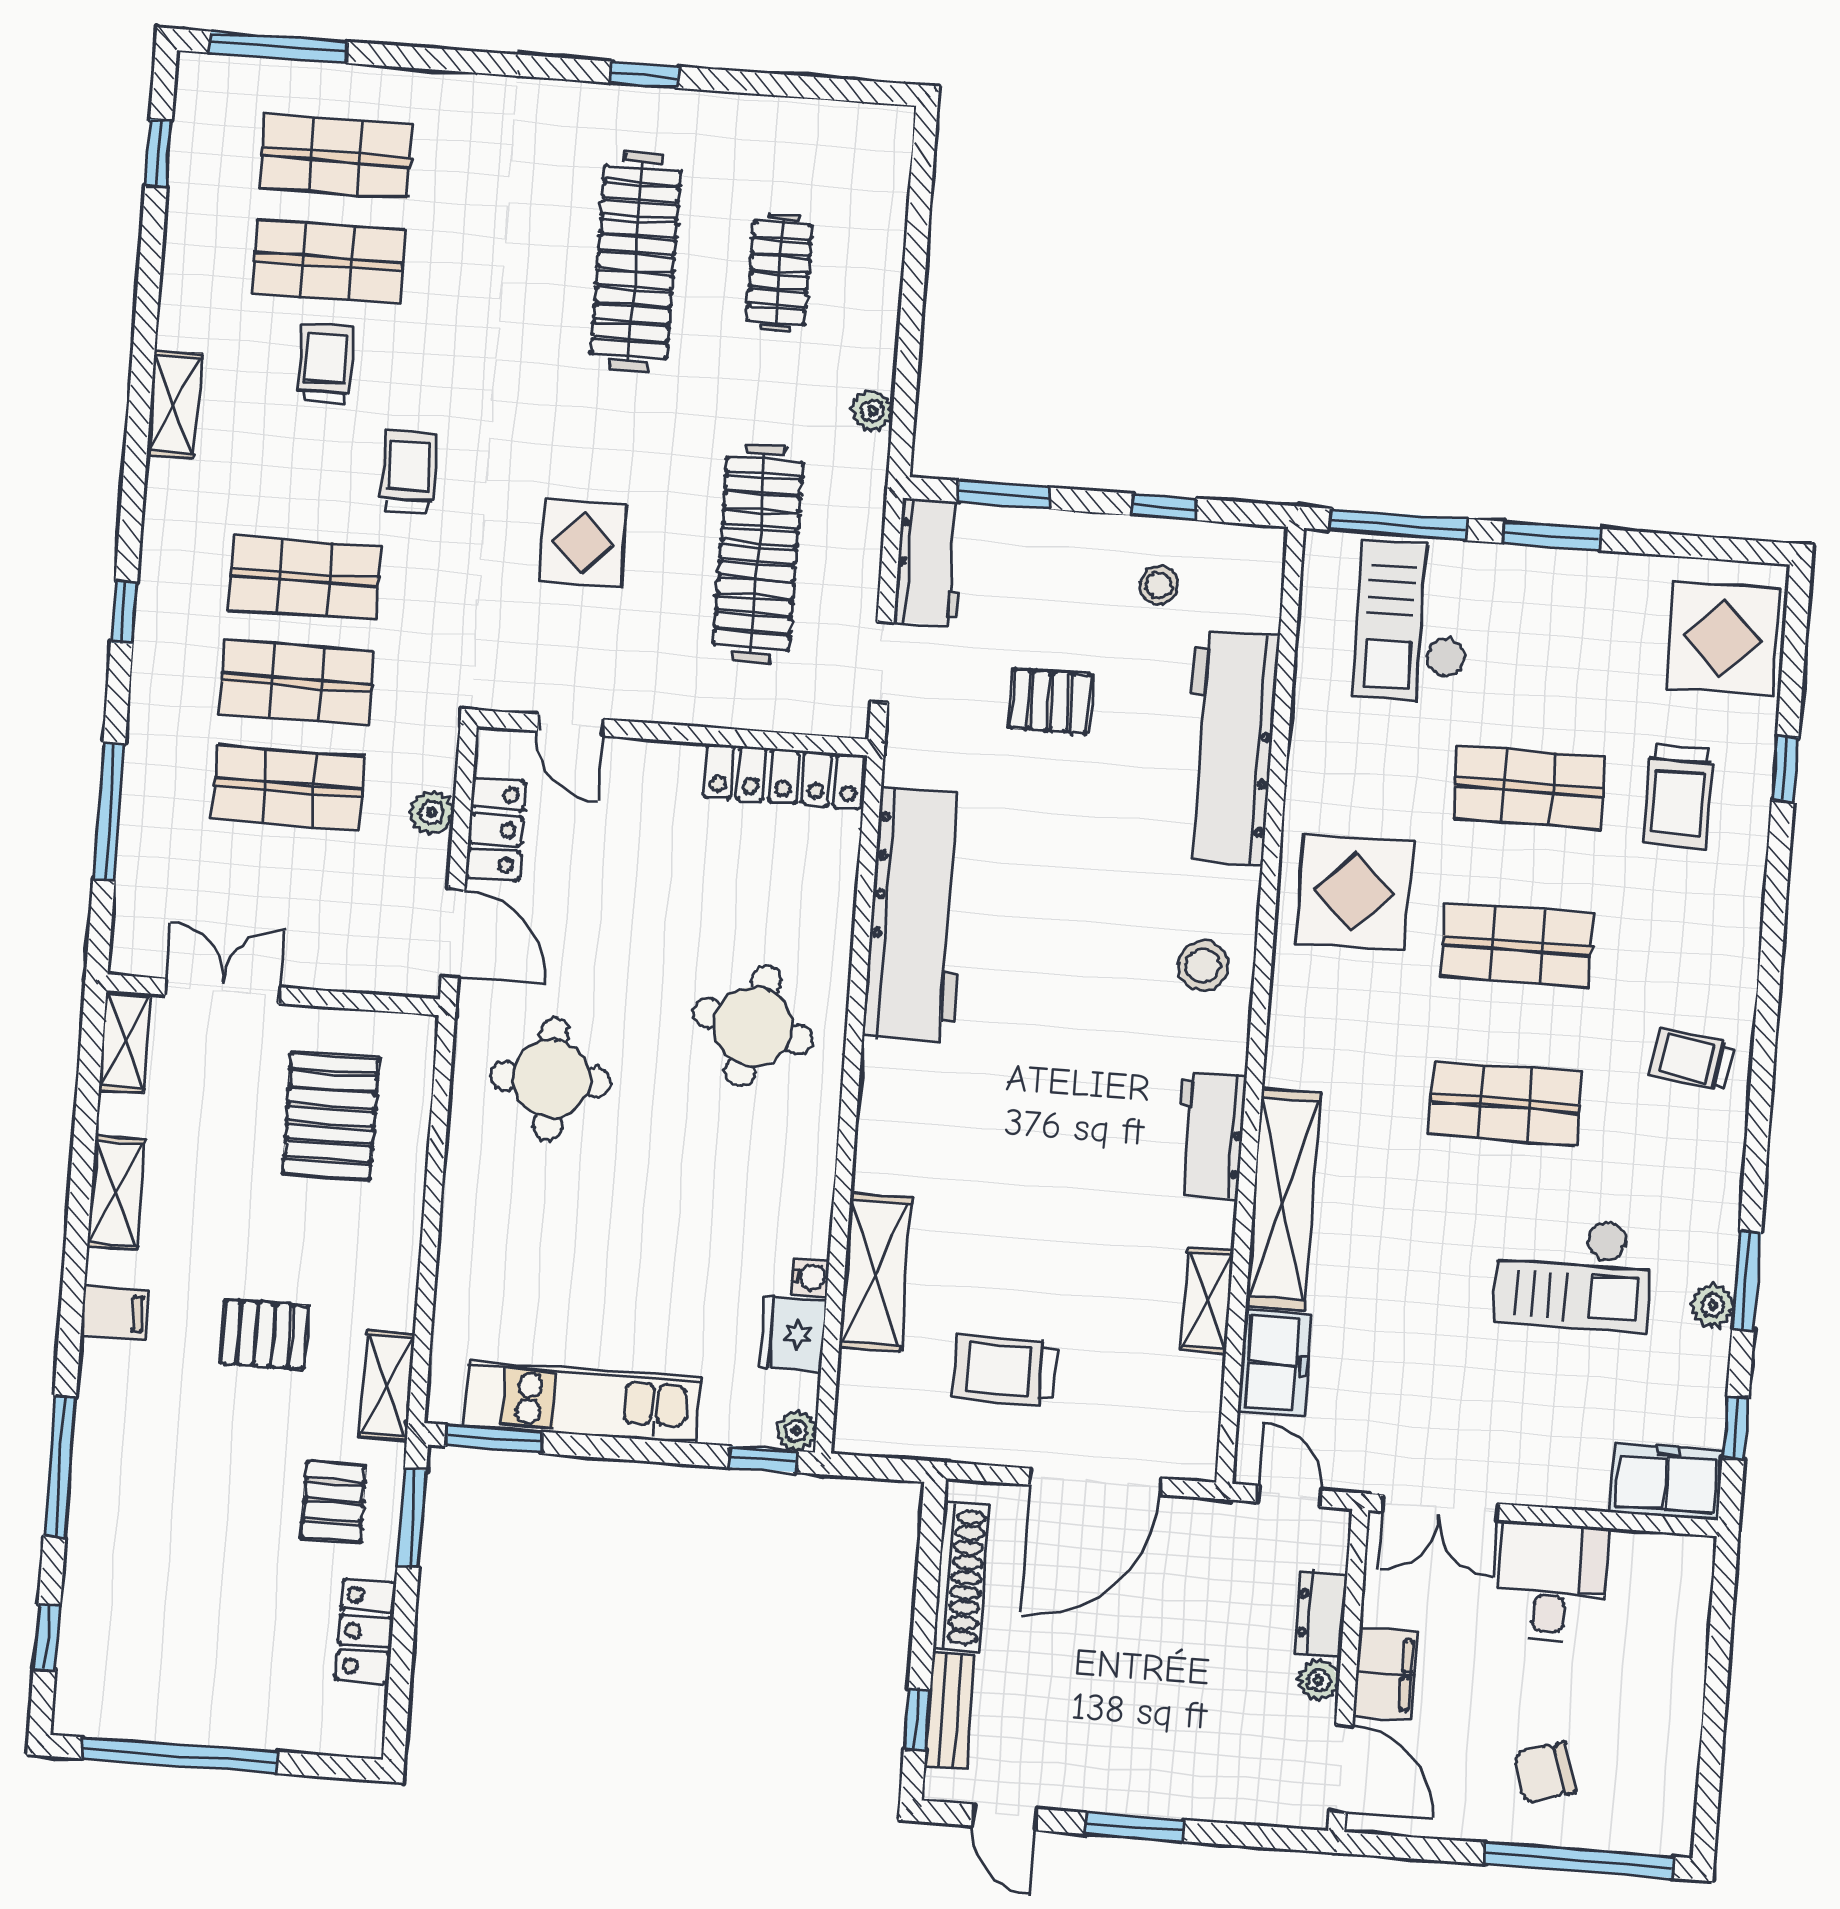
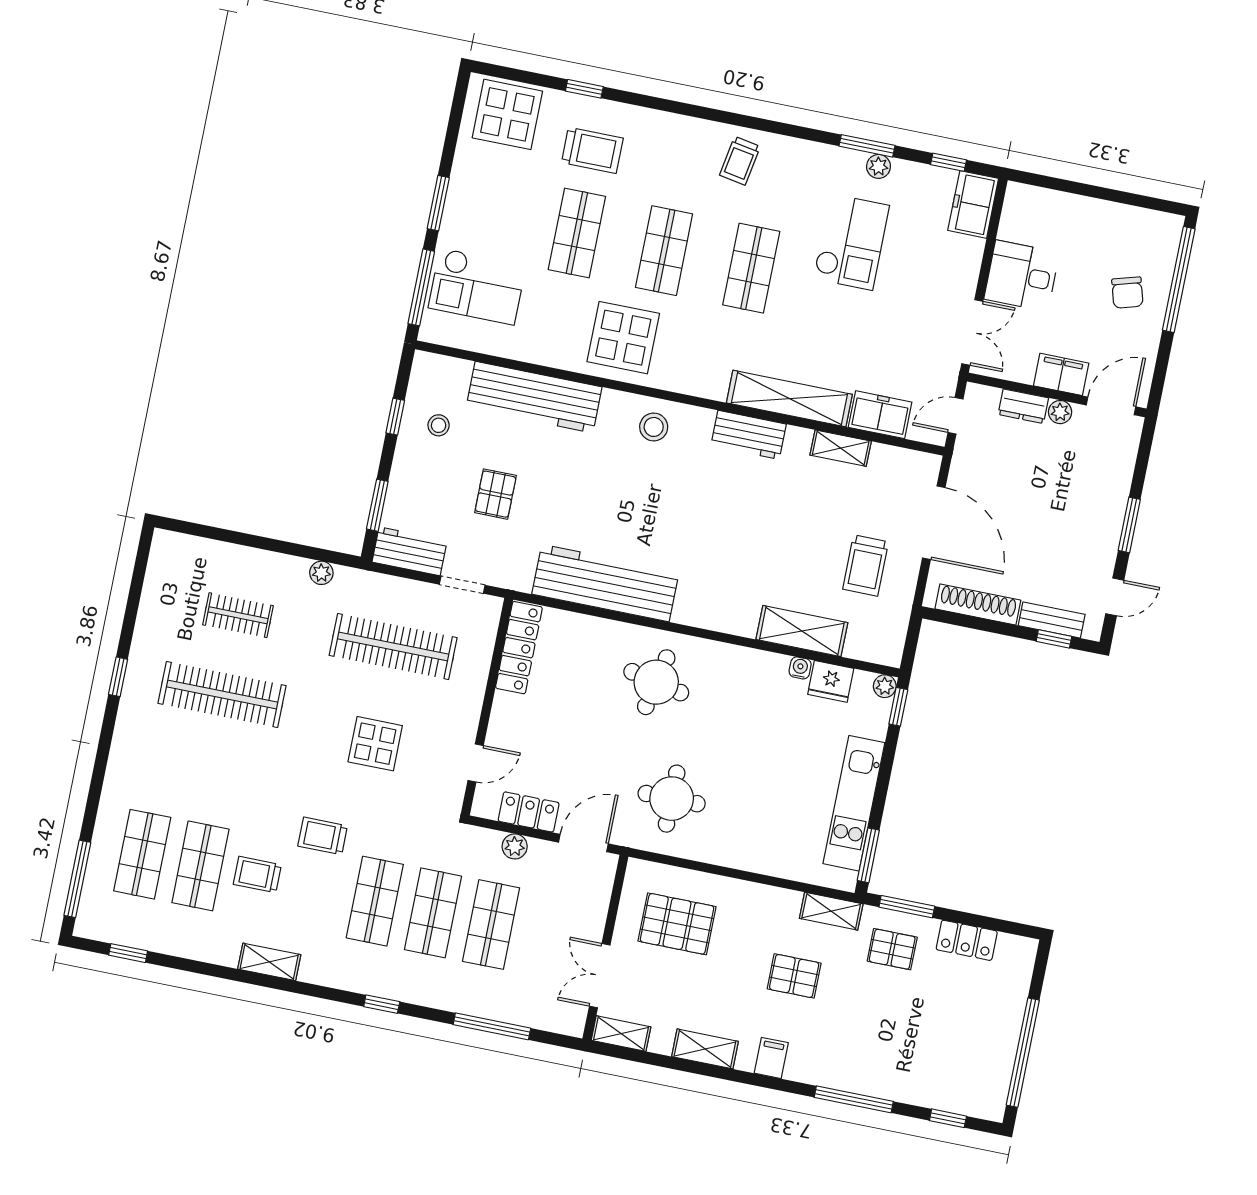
pallet: (265, 1334) -> (794, 976), turned 90

